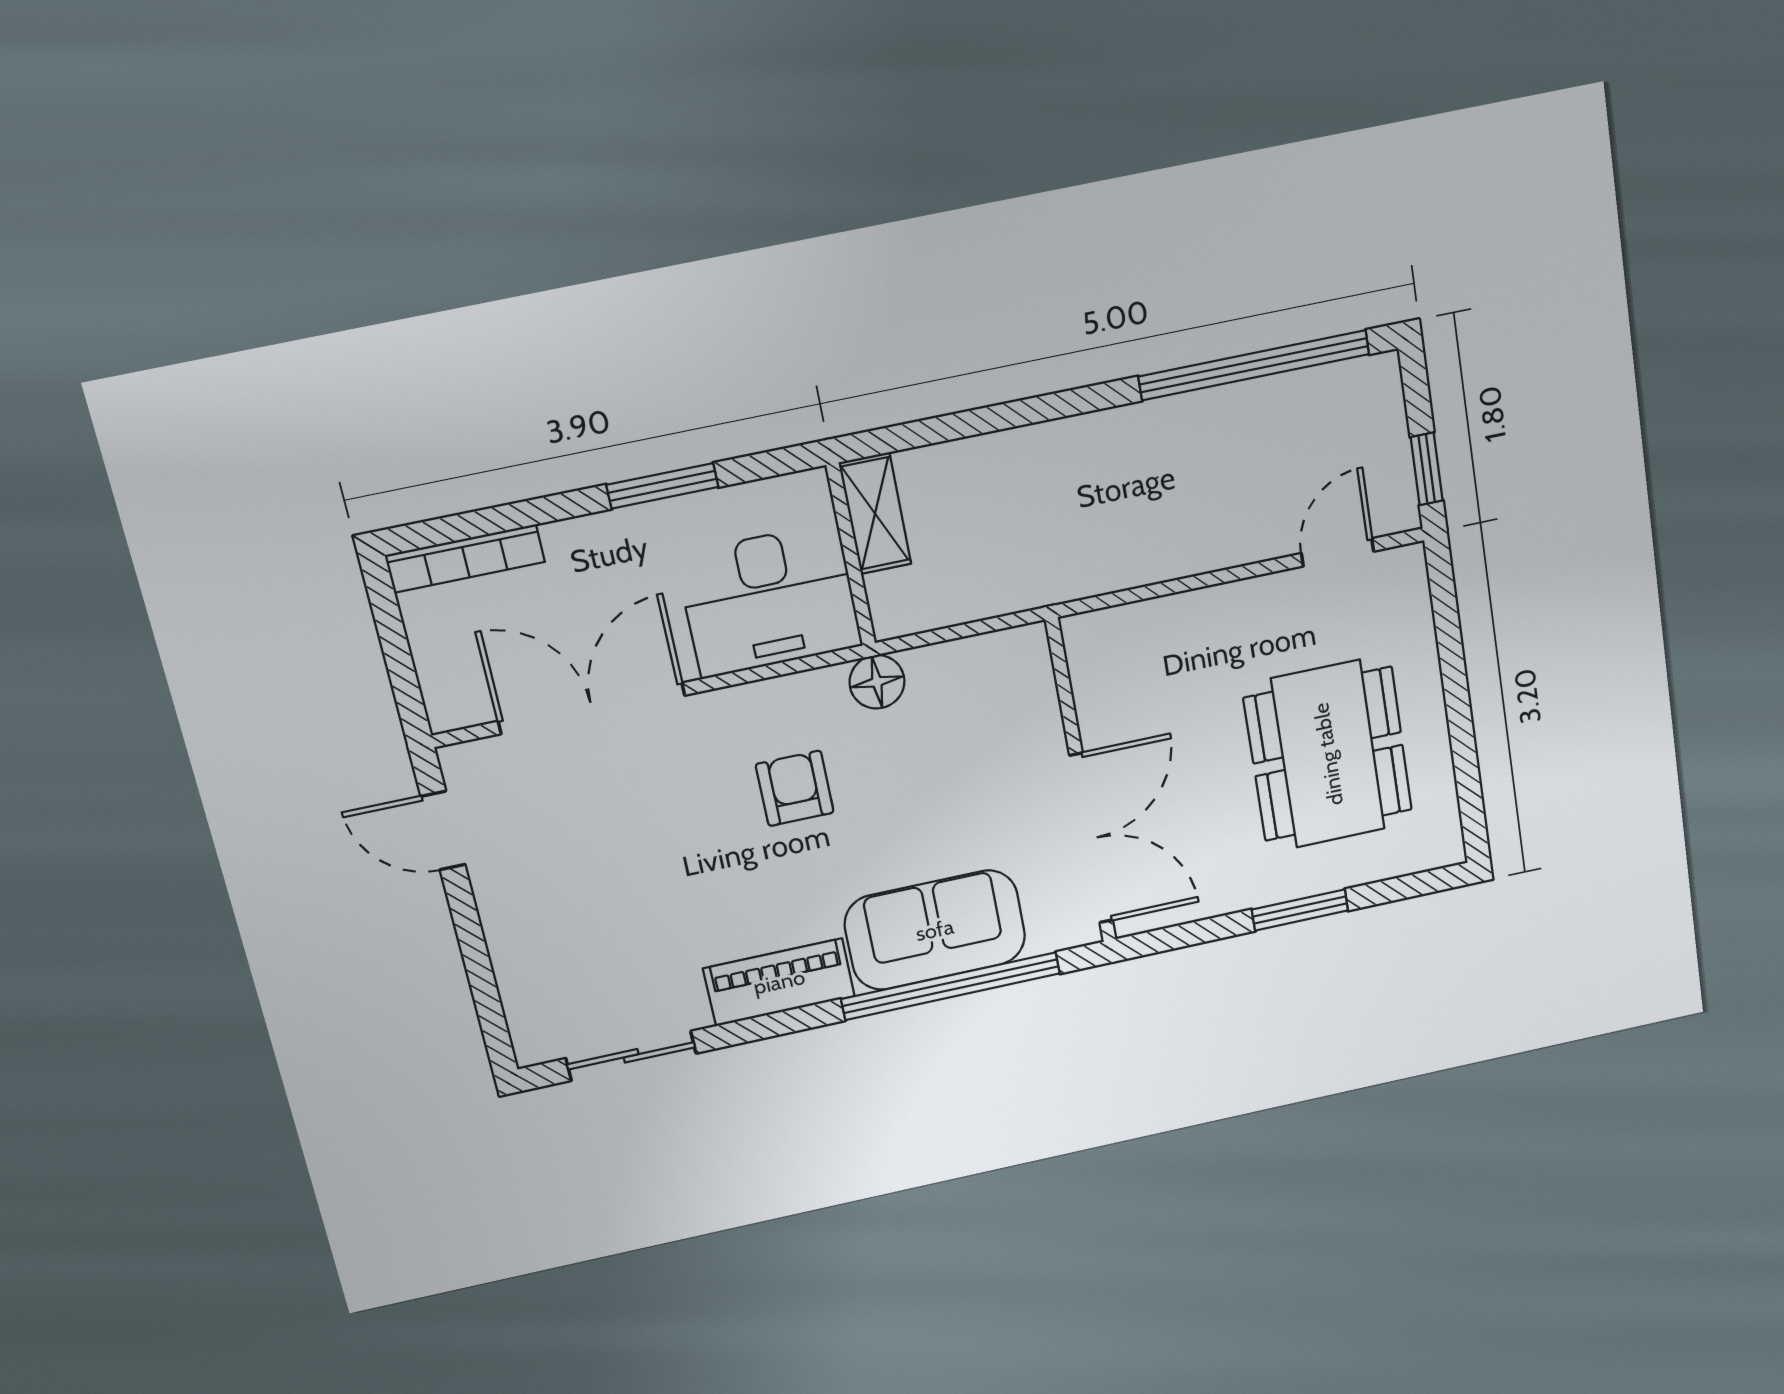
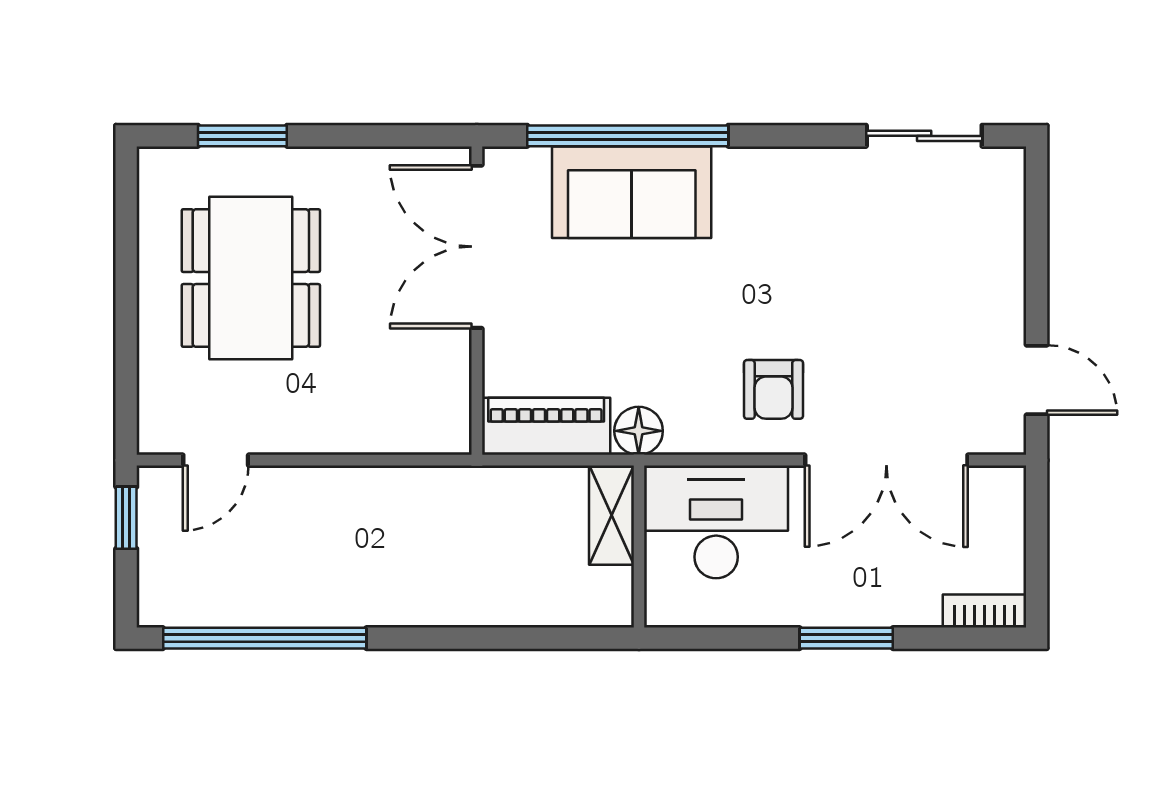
window: (662, 486) -> (846, 638), moved
shelving: (875, 513) -> (611, 515), moved
bookcase: (465, 559) -> (985, 611), width x0.64
armchair: (795, 788) -> (773, 389), moved
window: (1300, 910) -> (242, 136), moved
piano: (779, 982) -> (546, 426), moved, turned 180

